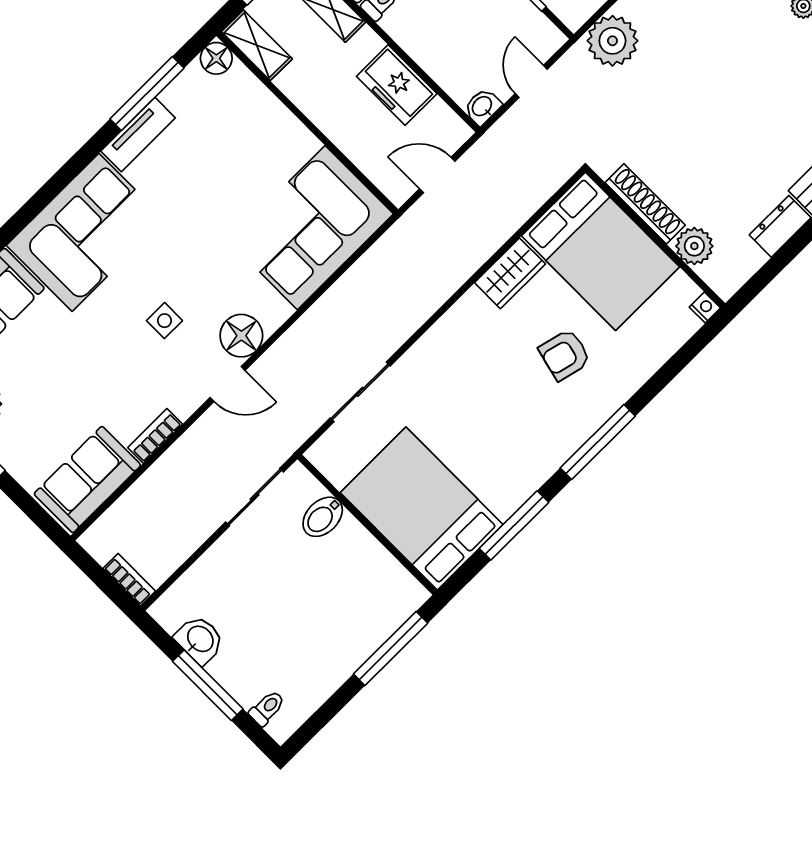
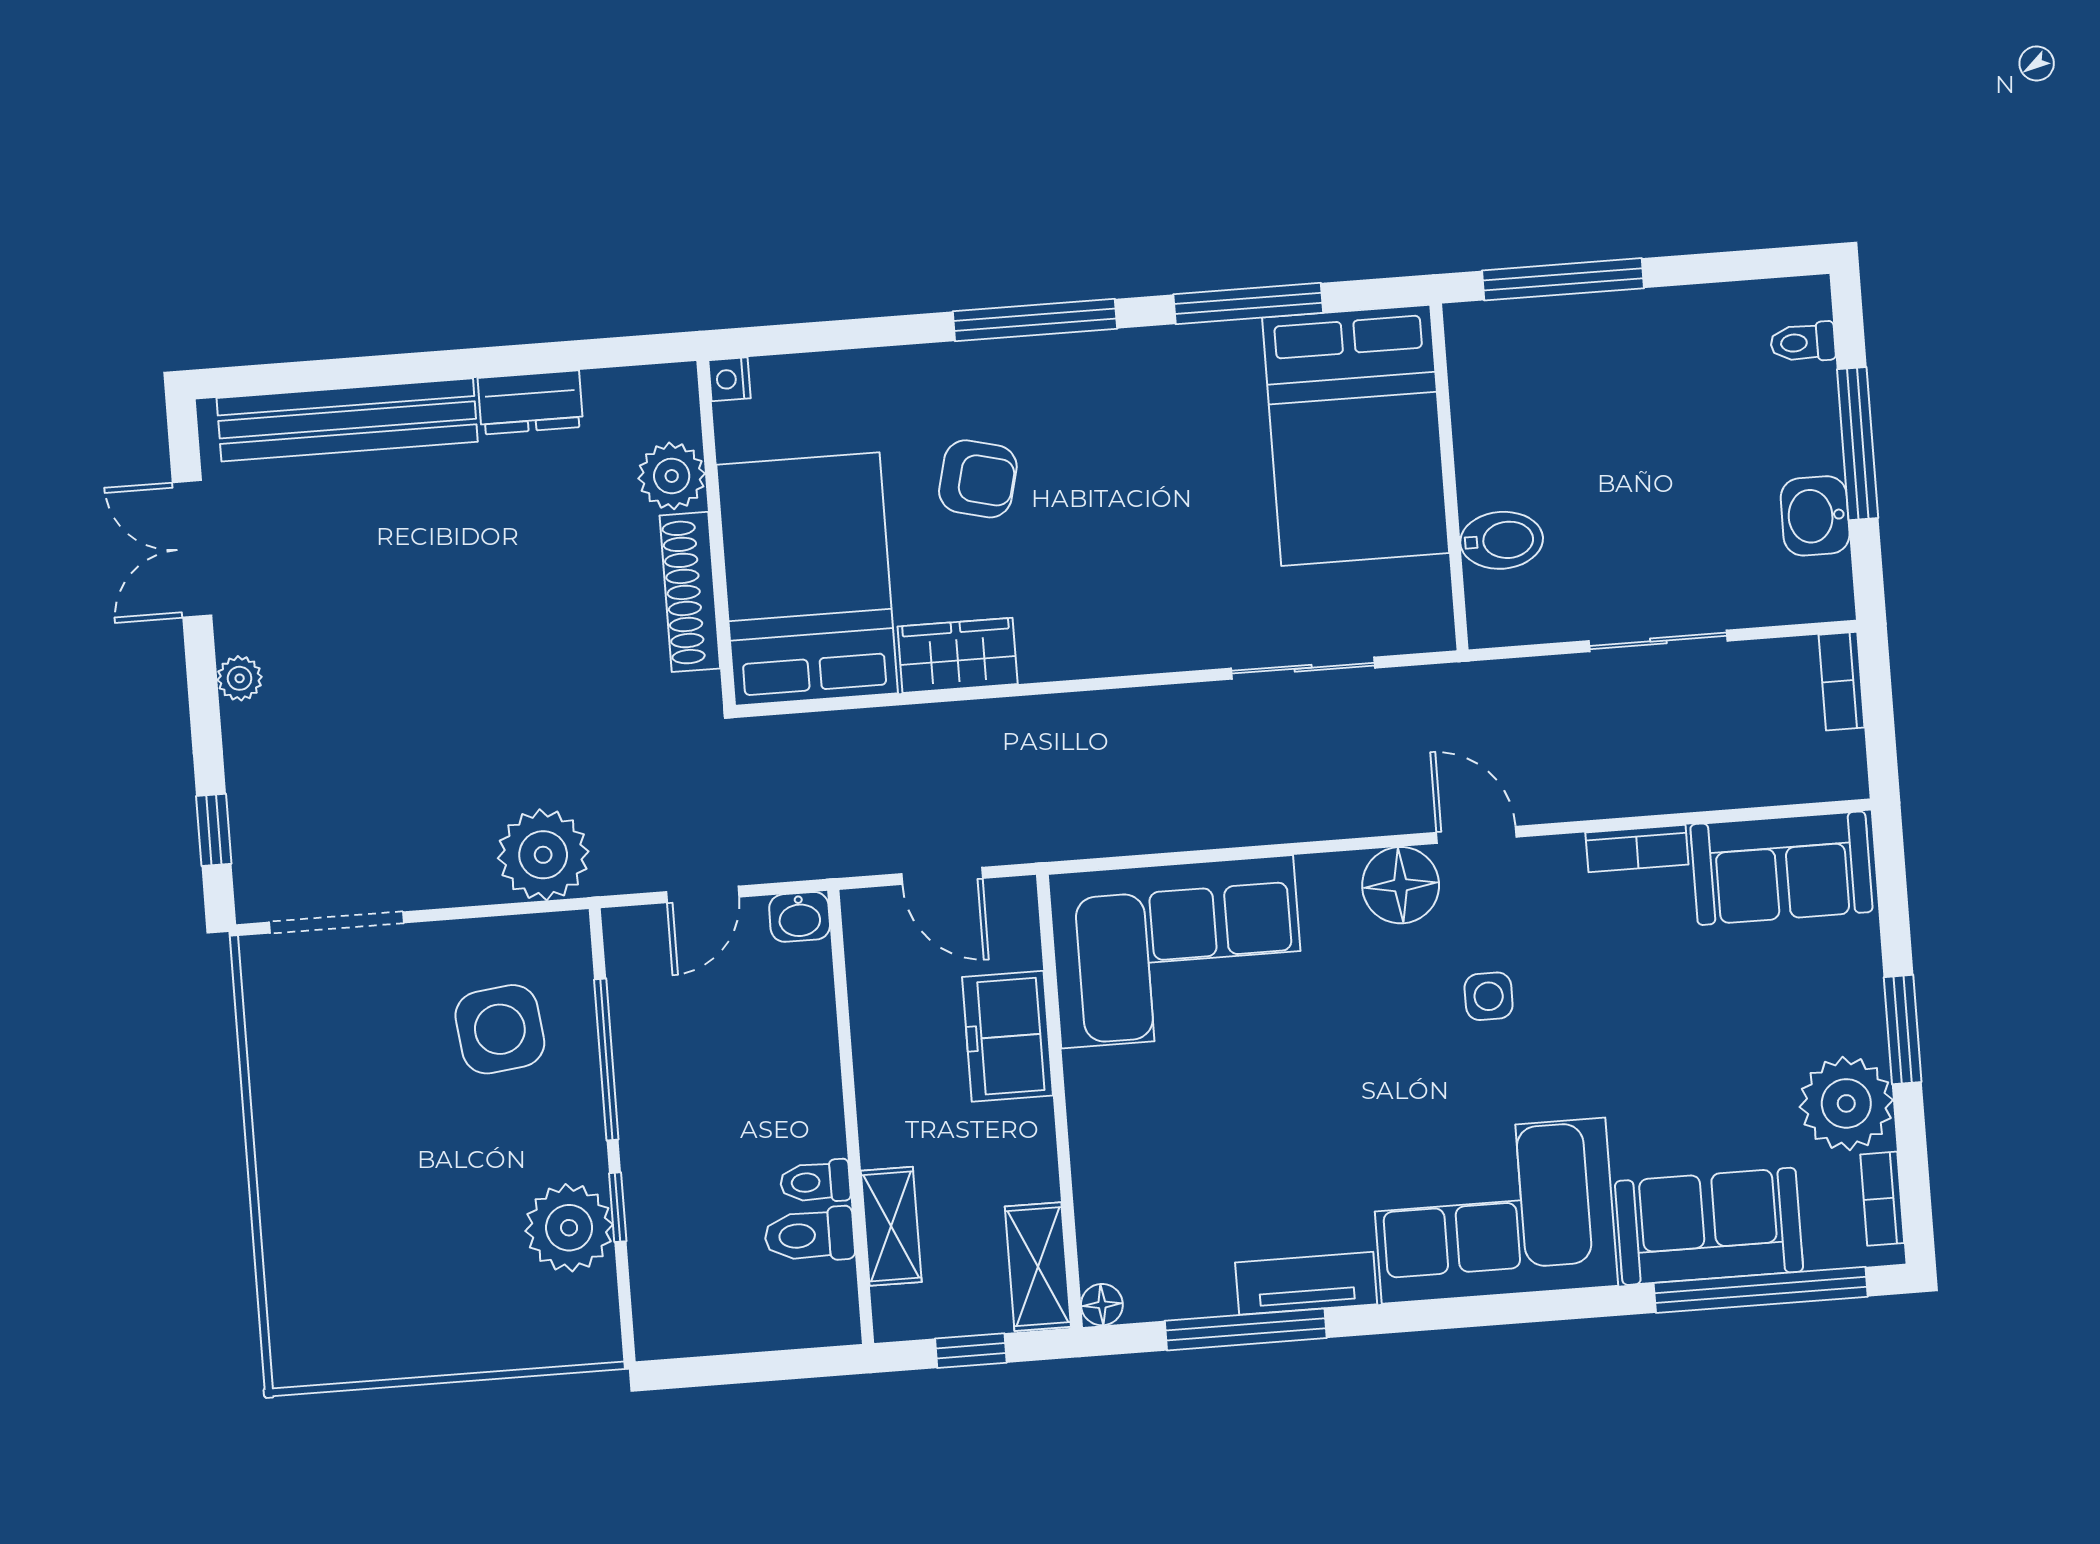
floor lamp: (216, 58) -> (1102, 1305), width x0.73, depth x0.73
freezer: (397, 85) -> (1008, 1036), moved, turned 180
sliding door: (255, 497) -> (1658, 641), moved

